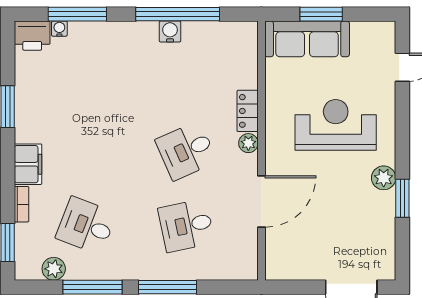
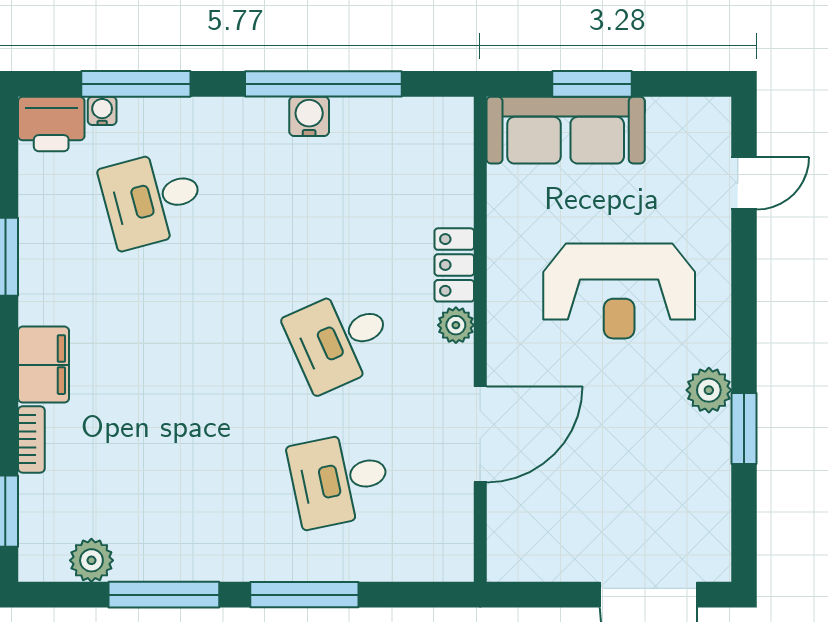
reception desk: (336, 125) -> (619, 291), turned 180
desk: (86, 226) -> (152, 199), moved, turned -36

